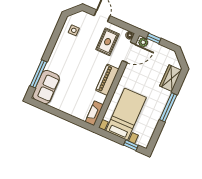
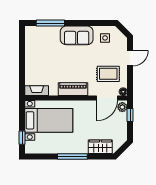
door: (129, 52) -> (107, 98), hinge flipped
sofa: (46, 87) -> (77, 35), moved

